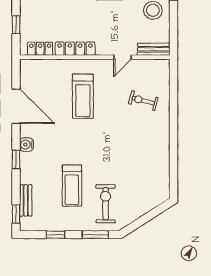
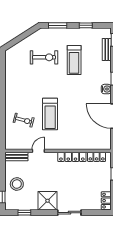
treadmill: (83, 96) -> (50, 114), moved, turned 180
treadmill: (72, 186) -> (74, 60), turned 180
exercise bike: (106, 204) -> (44, 57), moved, turned -90

